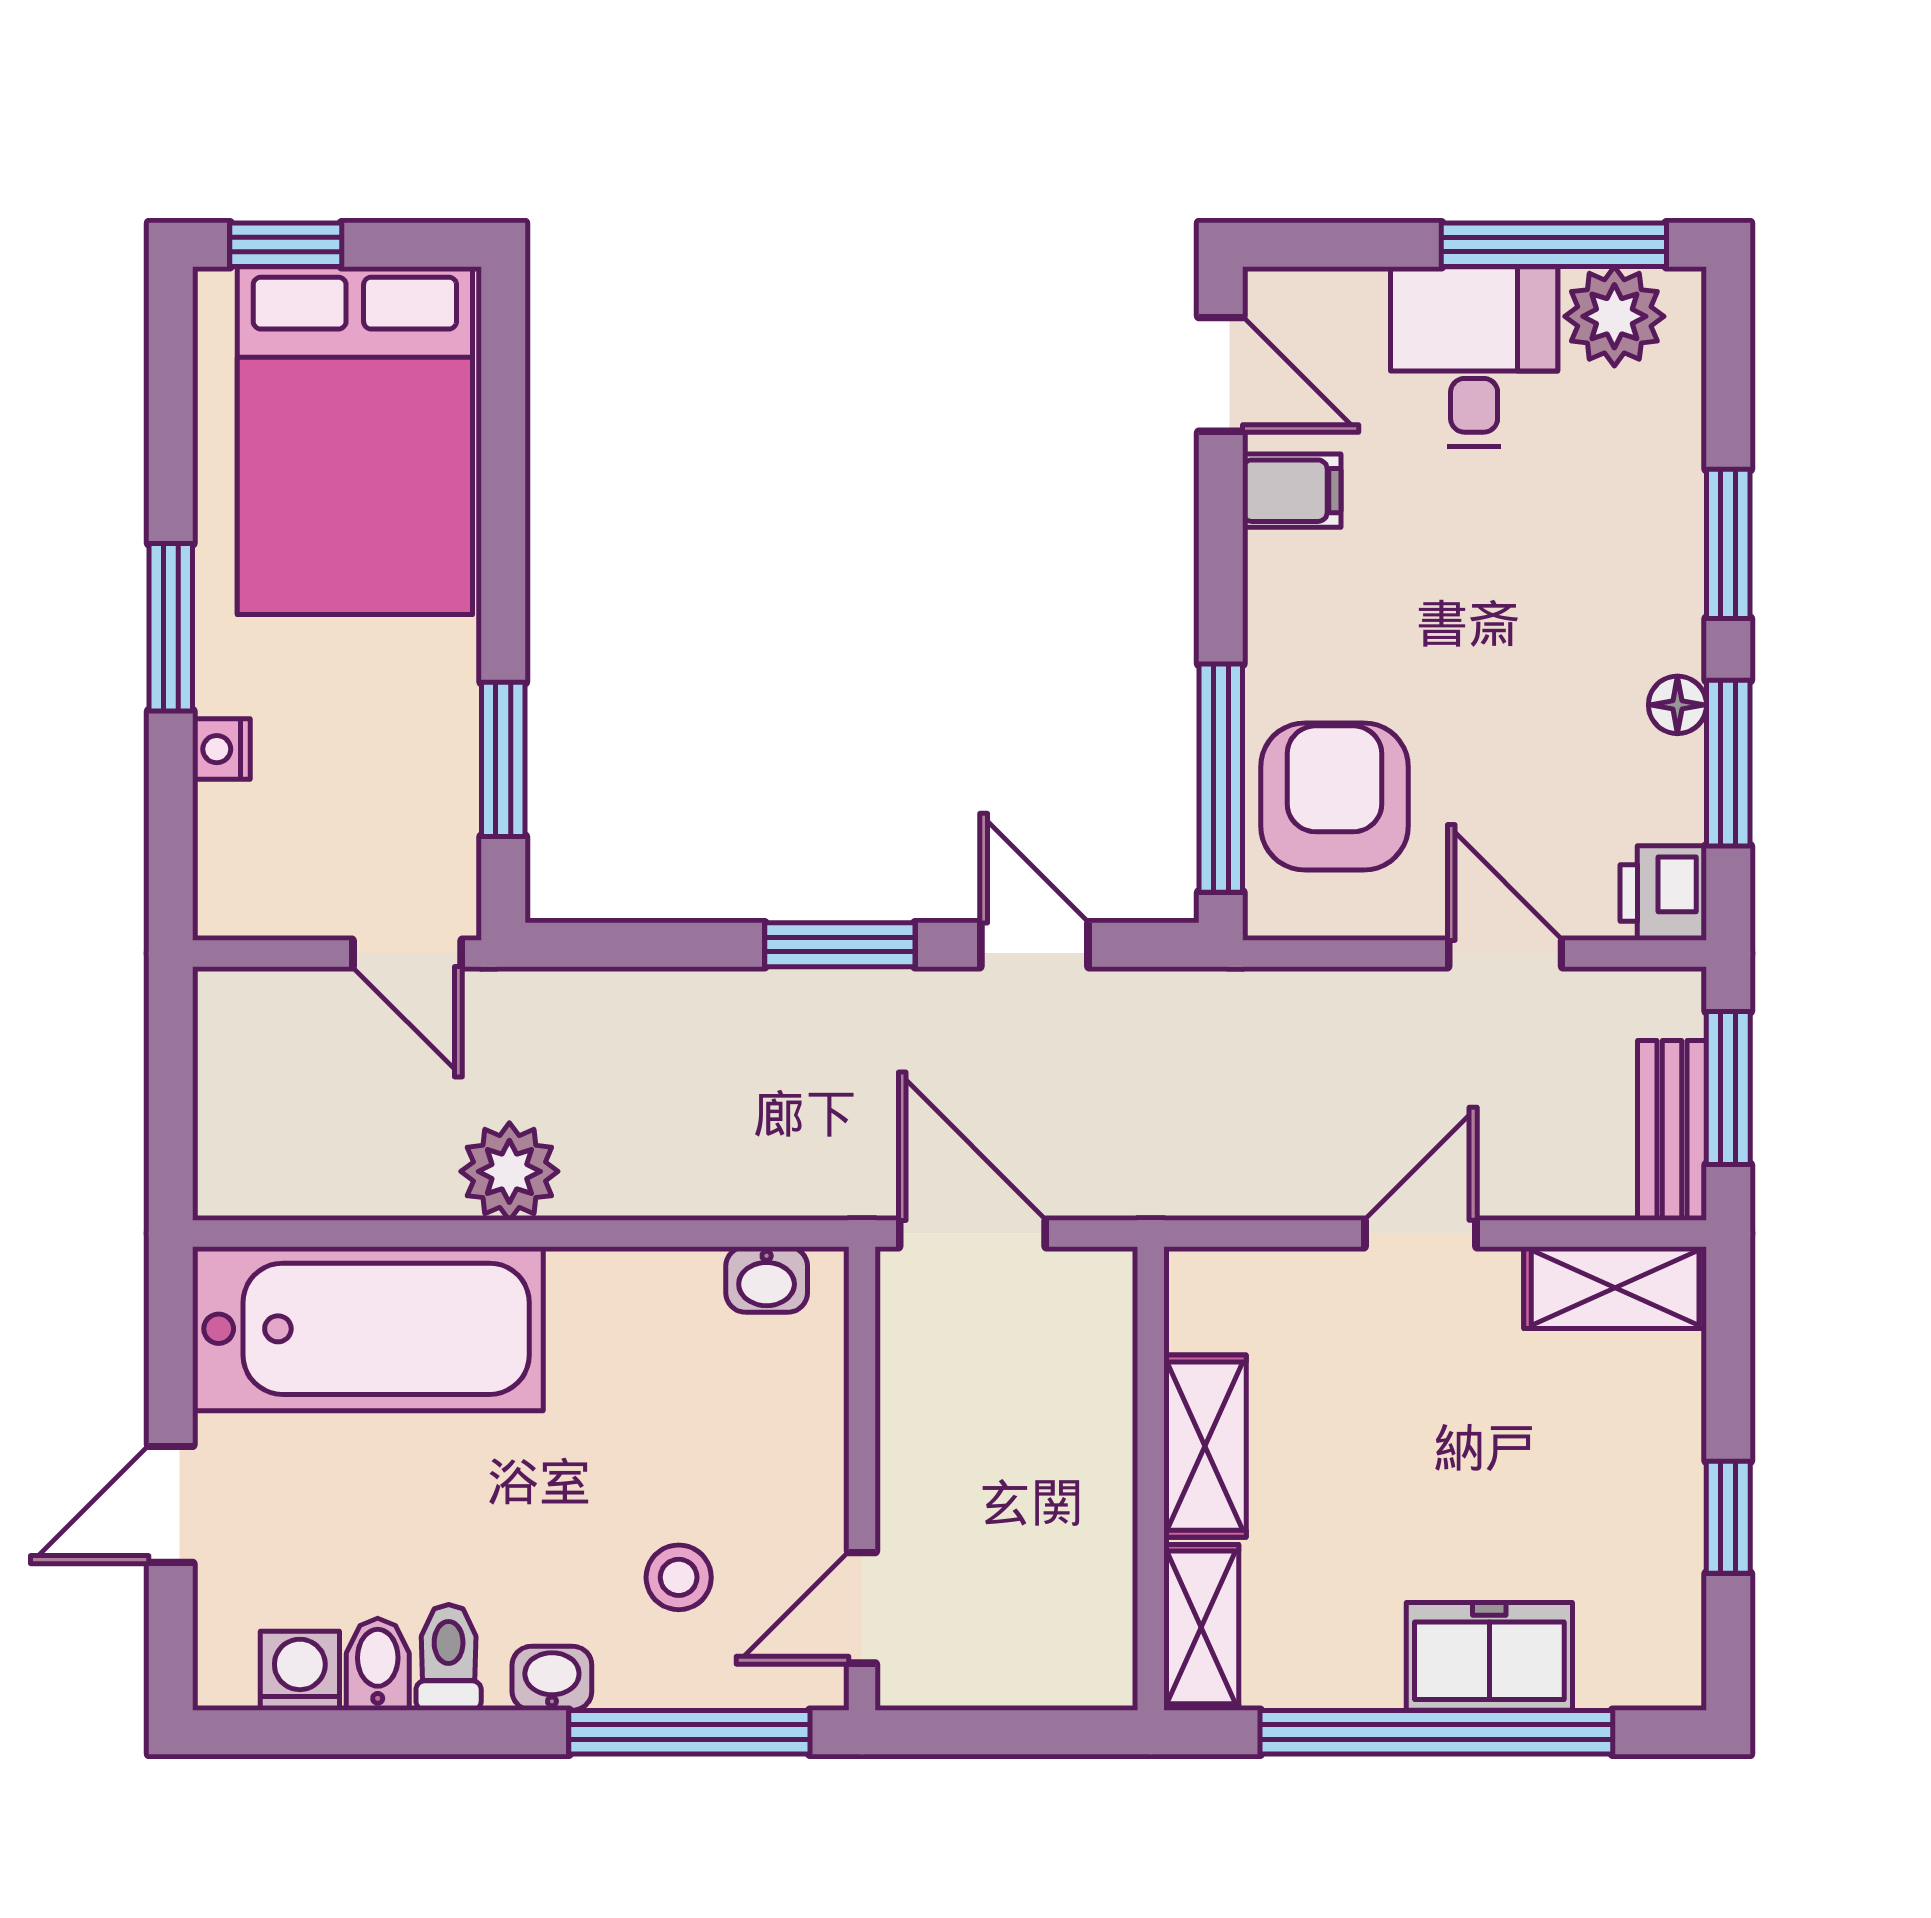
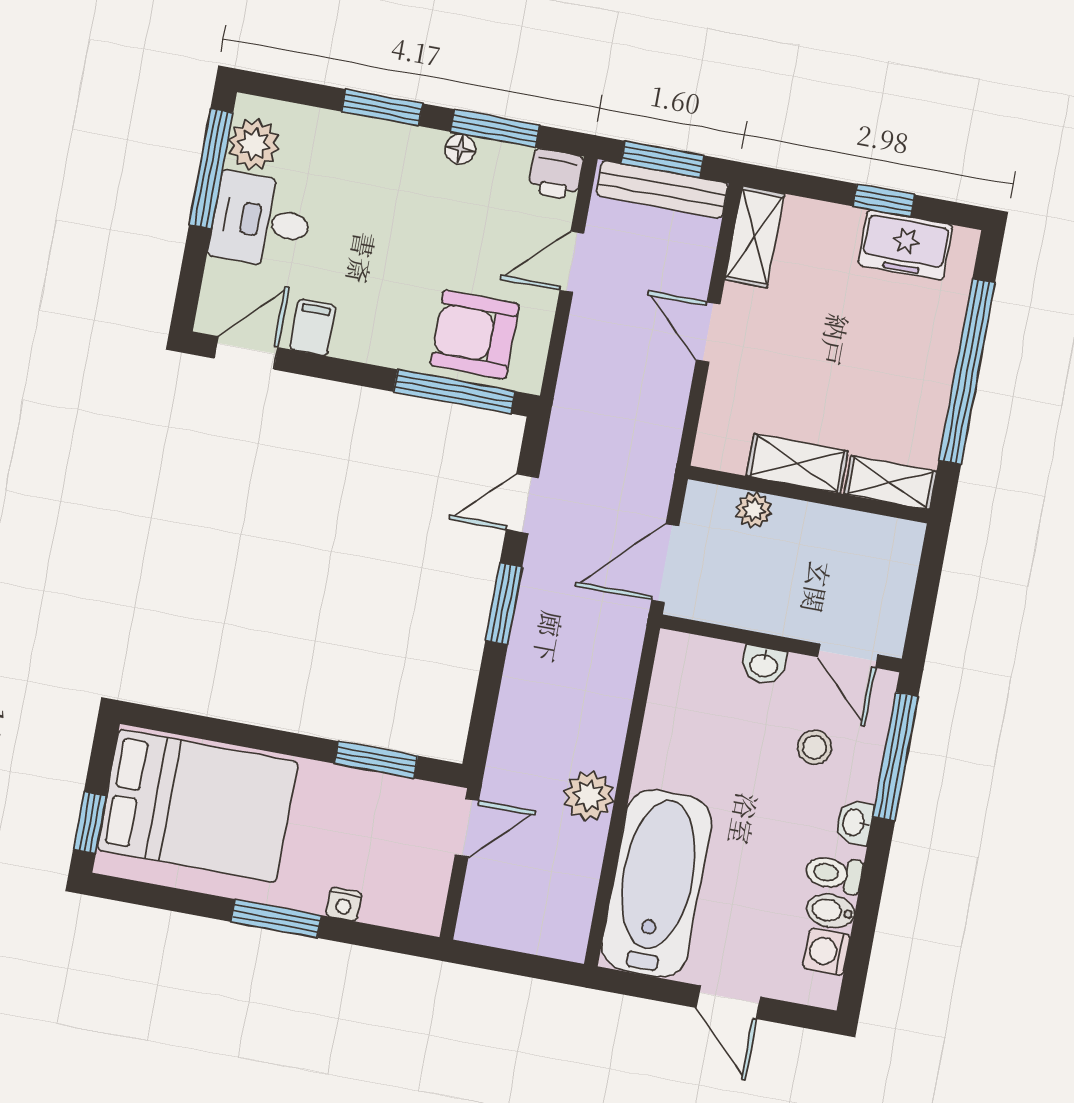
bench: (1672, 1130) -> (662, 189), width x1.36
washbasin: (767, 1279) -> (764, 665), moved, turned 90
plant: (1103, 1381) -> (754, 510), added
freezer: (1489, 1656) -> (905, 245), moved, turned -90

